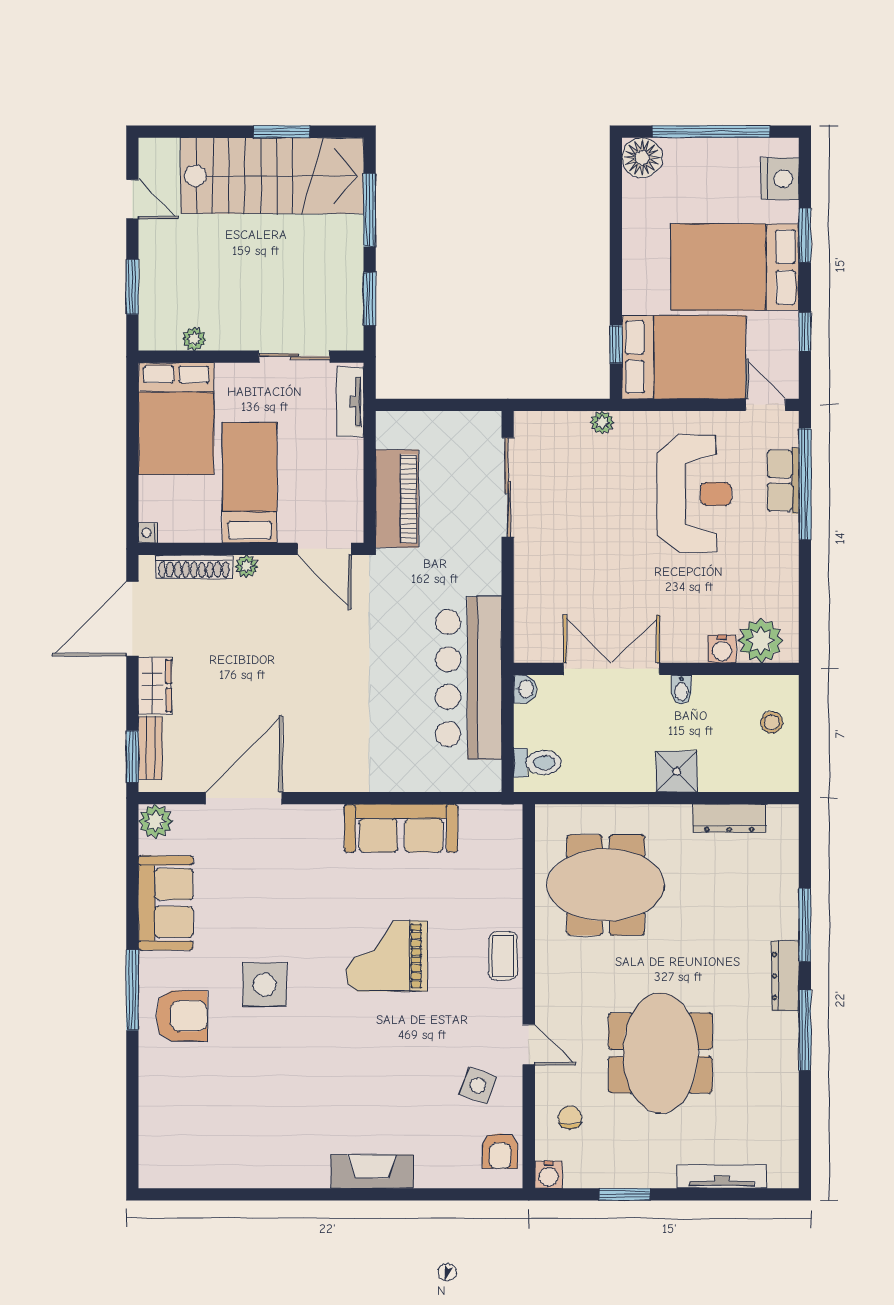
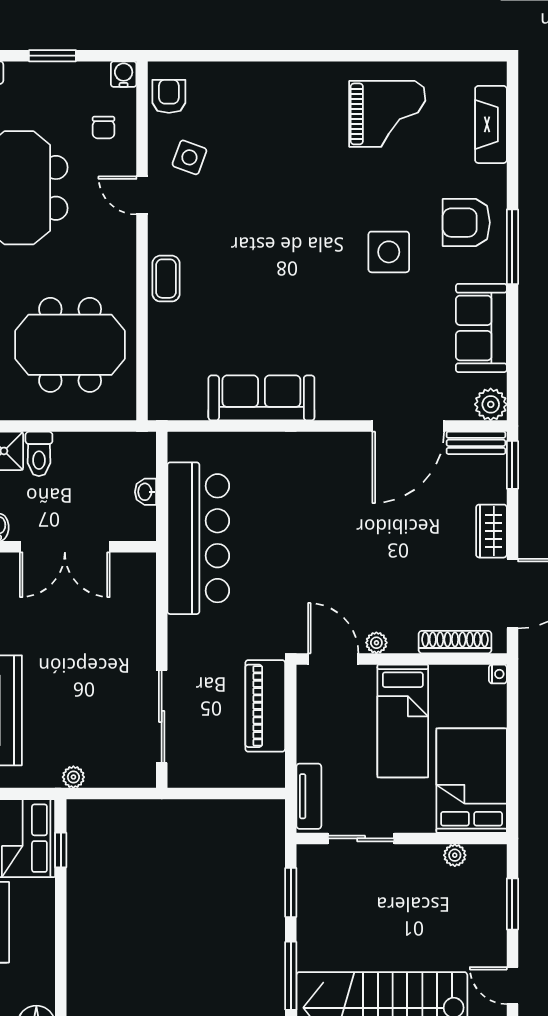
plant: (246, 566) -> (376, 643), moved
washbasin: (525, 689) -> (145, 492), moved
bench: (150, 748) -> (476, 443), moved, turned 90
toilet: (538, 763) -> (39, 454), moved, turned -90
grand piano: (387, 956) -> (387, 114), moved
fireplace: (372, 1171) -> (491, 124), moved, turned 90

